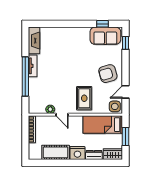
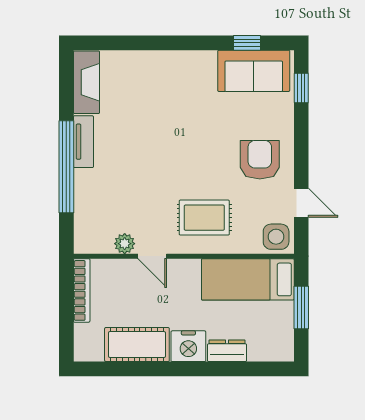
armchair: (108, 74) -> (260, 160), turned 106
door: (126, 92) -> (301, 203), swing flipped
rug: (84, 98) -> (204, 218), turned 90
wardrobe: (113, 154) -> (272, 349), removed

